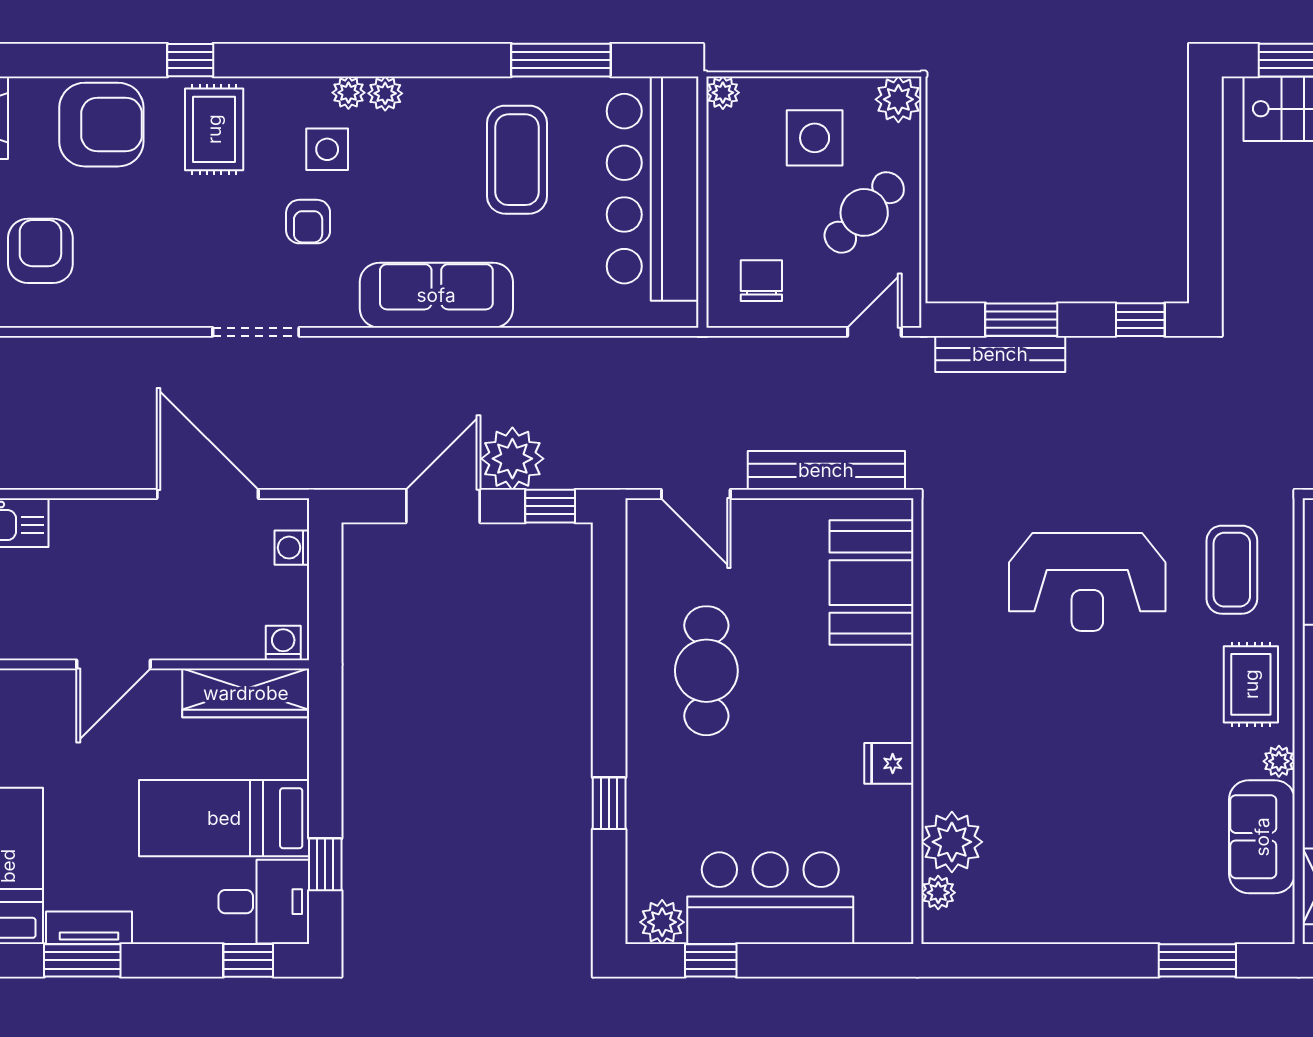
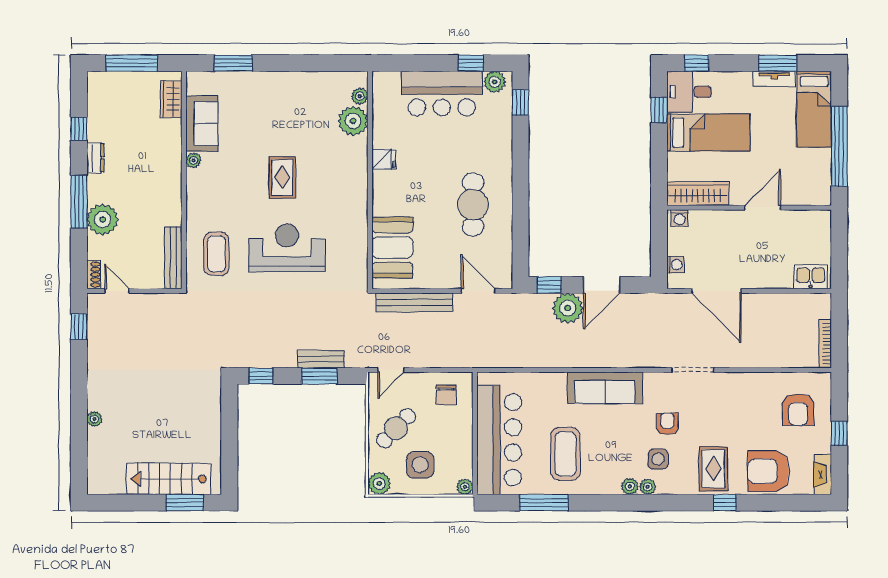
bench: (1000, 354) -> (321, 359), width x0.73
rug: (1251, 684) -> (282, 178), moved
window: (609, 803) -> (520, 102), moved

